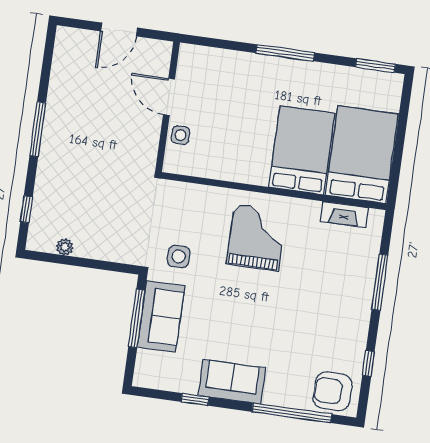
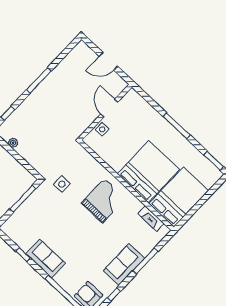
bed: (302, 150) -> (148, 172), width x1.36
sofa: (161, 316) -> (124, 264), moved, turned 180

